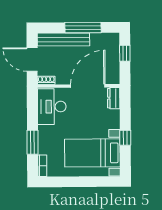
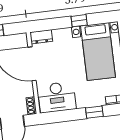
window: (32, 142) -> (94, 112), width x0.67

